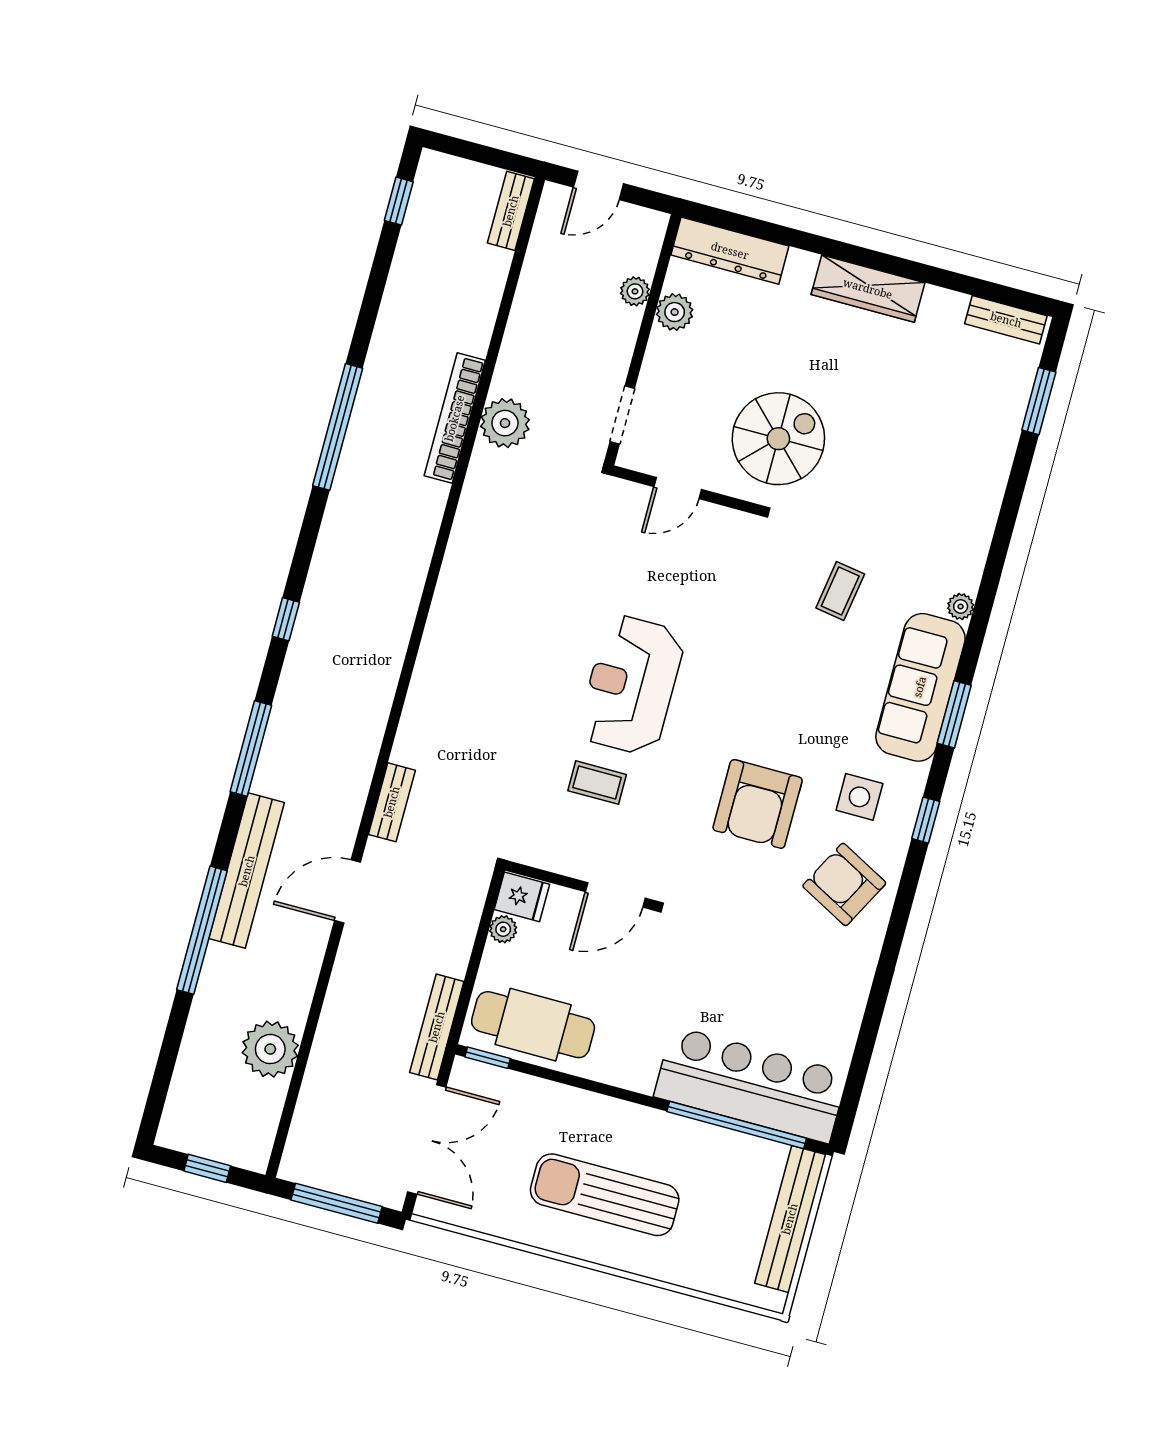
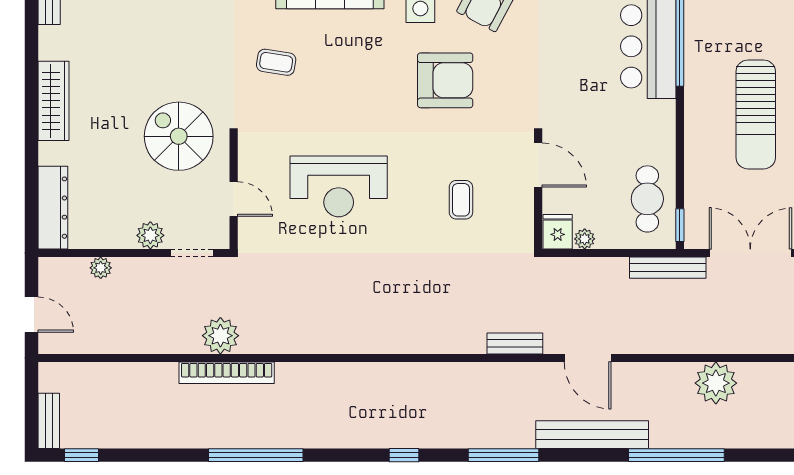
bench: (511, 211) -> (49, 421), moved, turned 90
plant: (675, 312) -> (150, 235), moved
reception desk: (631, 685) -> (339, 186), moved
window: (202, 930) -> (676, 455), moved
cafe table: (533, 1025) -> (647, 199), width x0.73, depth x0.74

